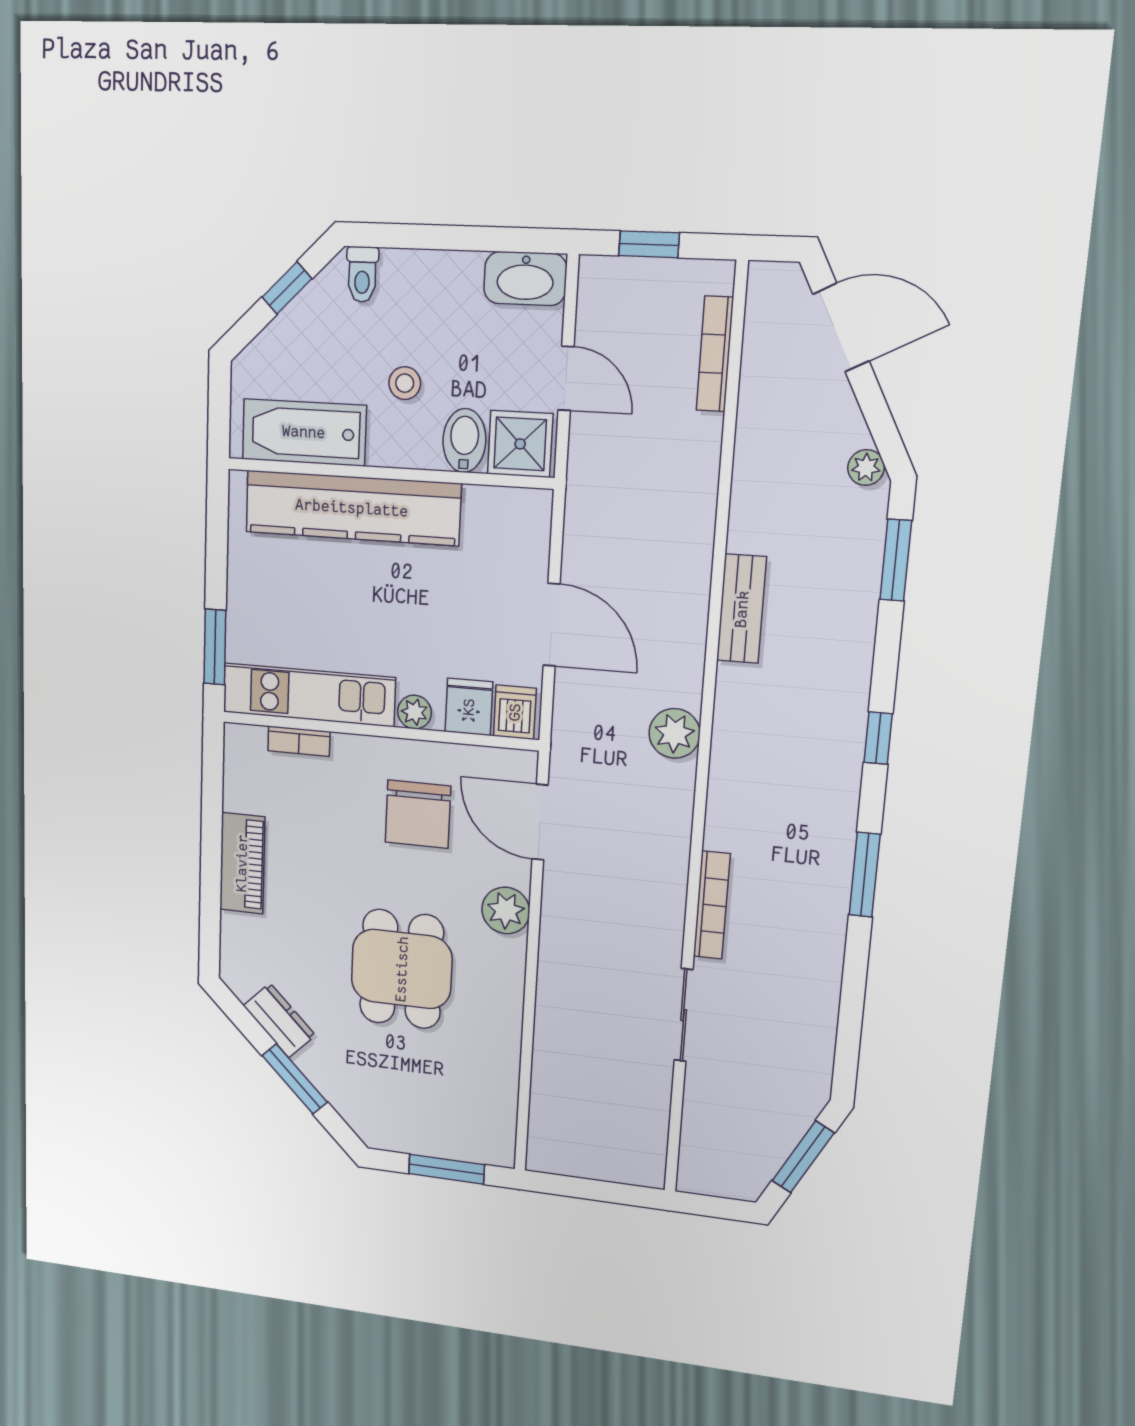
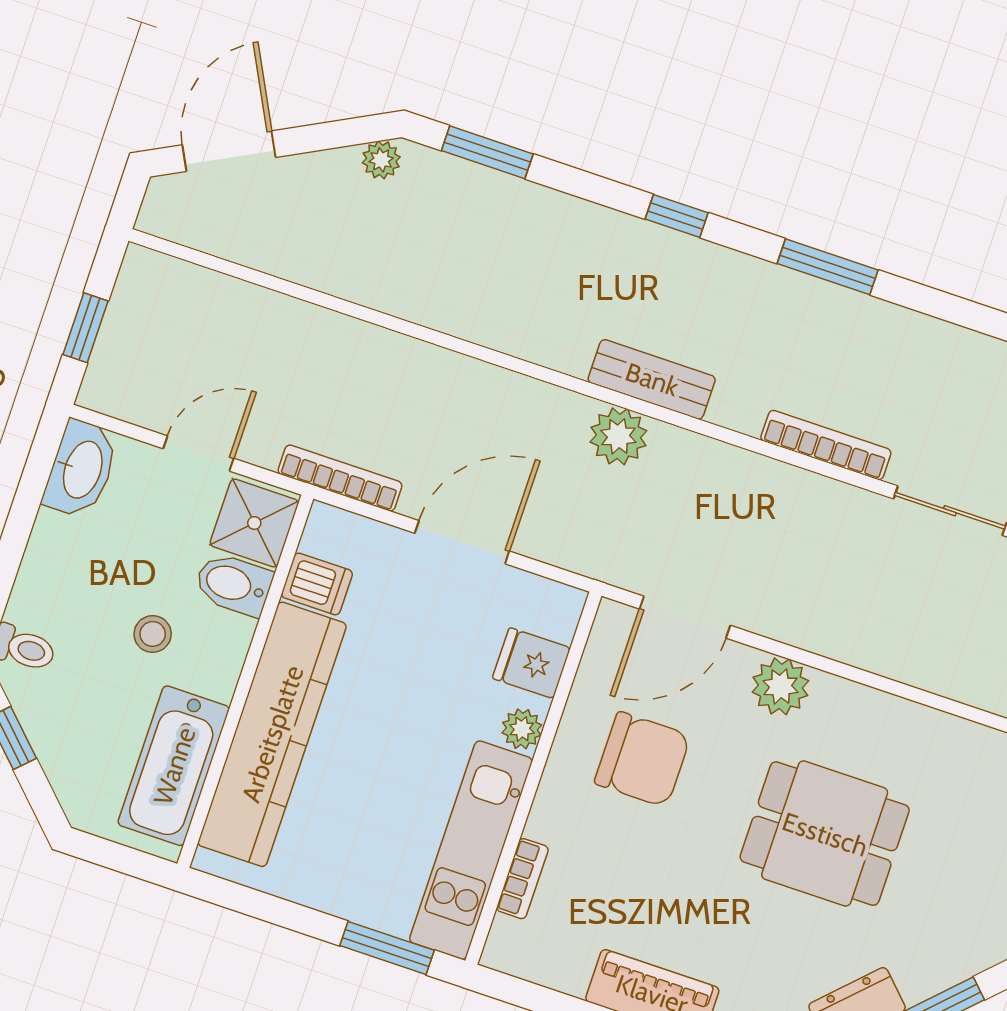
bookcase: (715, 354) -> (340, 478), moved, turned 180
bench: (742, 609) -> (652, 379), moved
dishwasher: (515, 712) -> (317, 584), moved, turned 180

